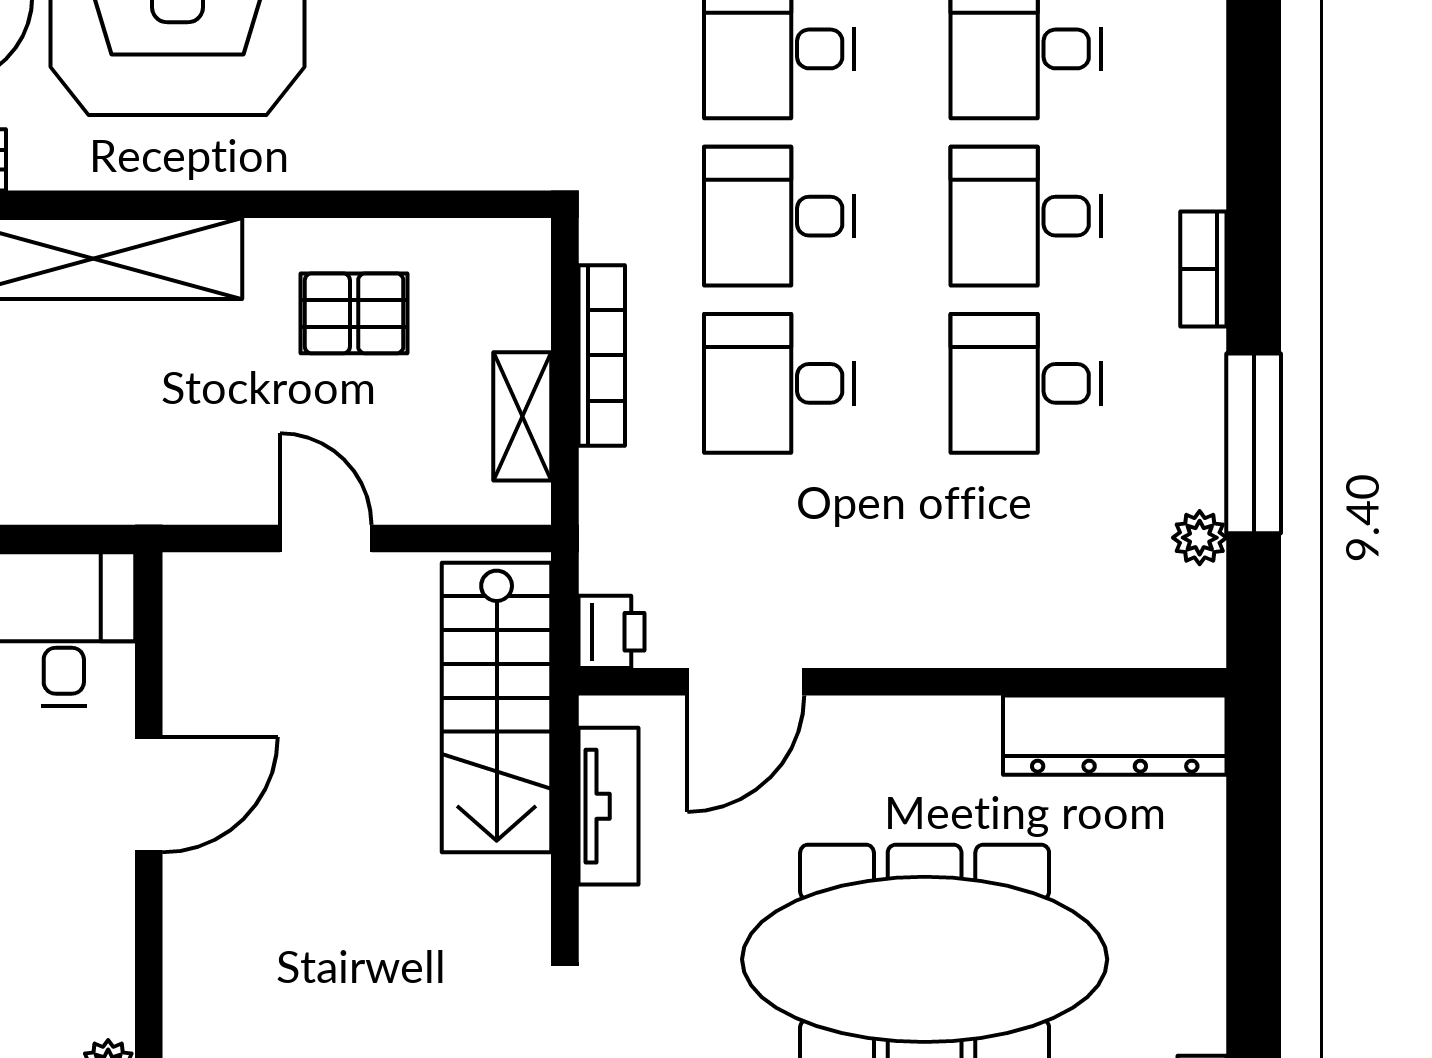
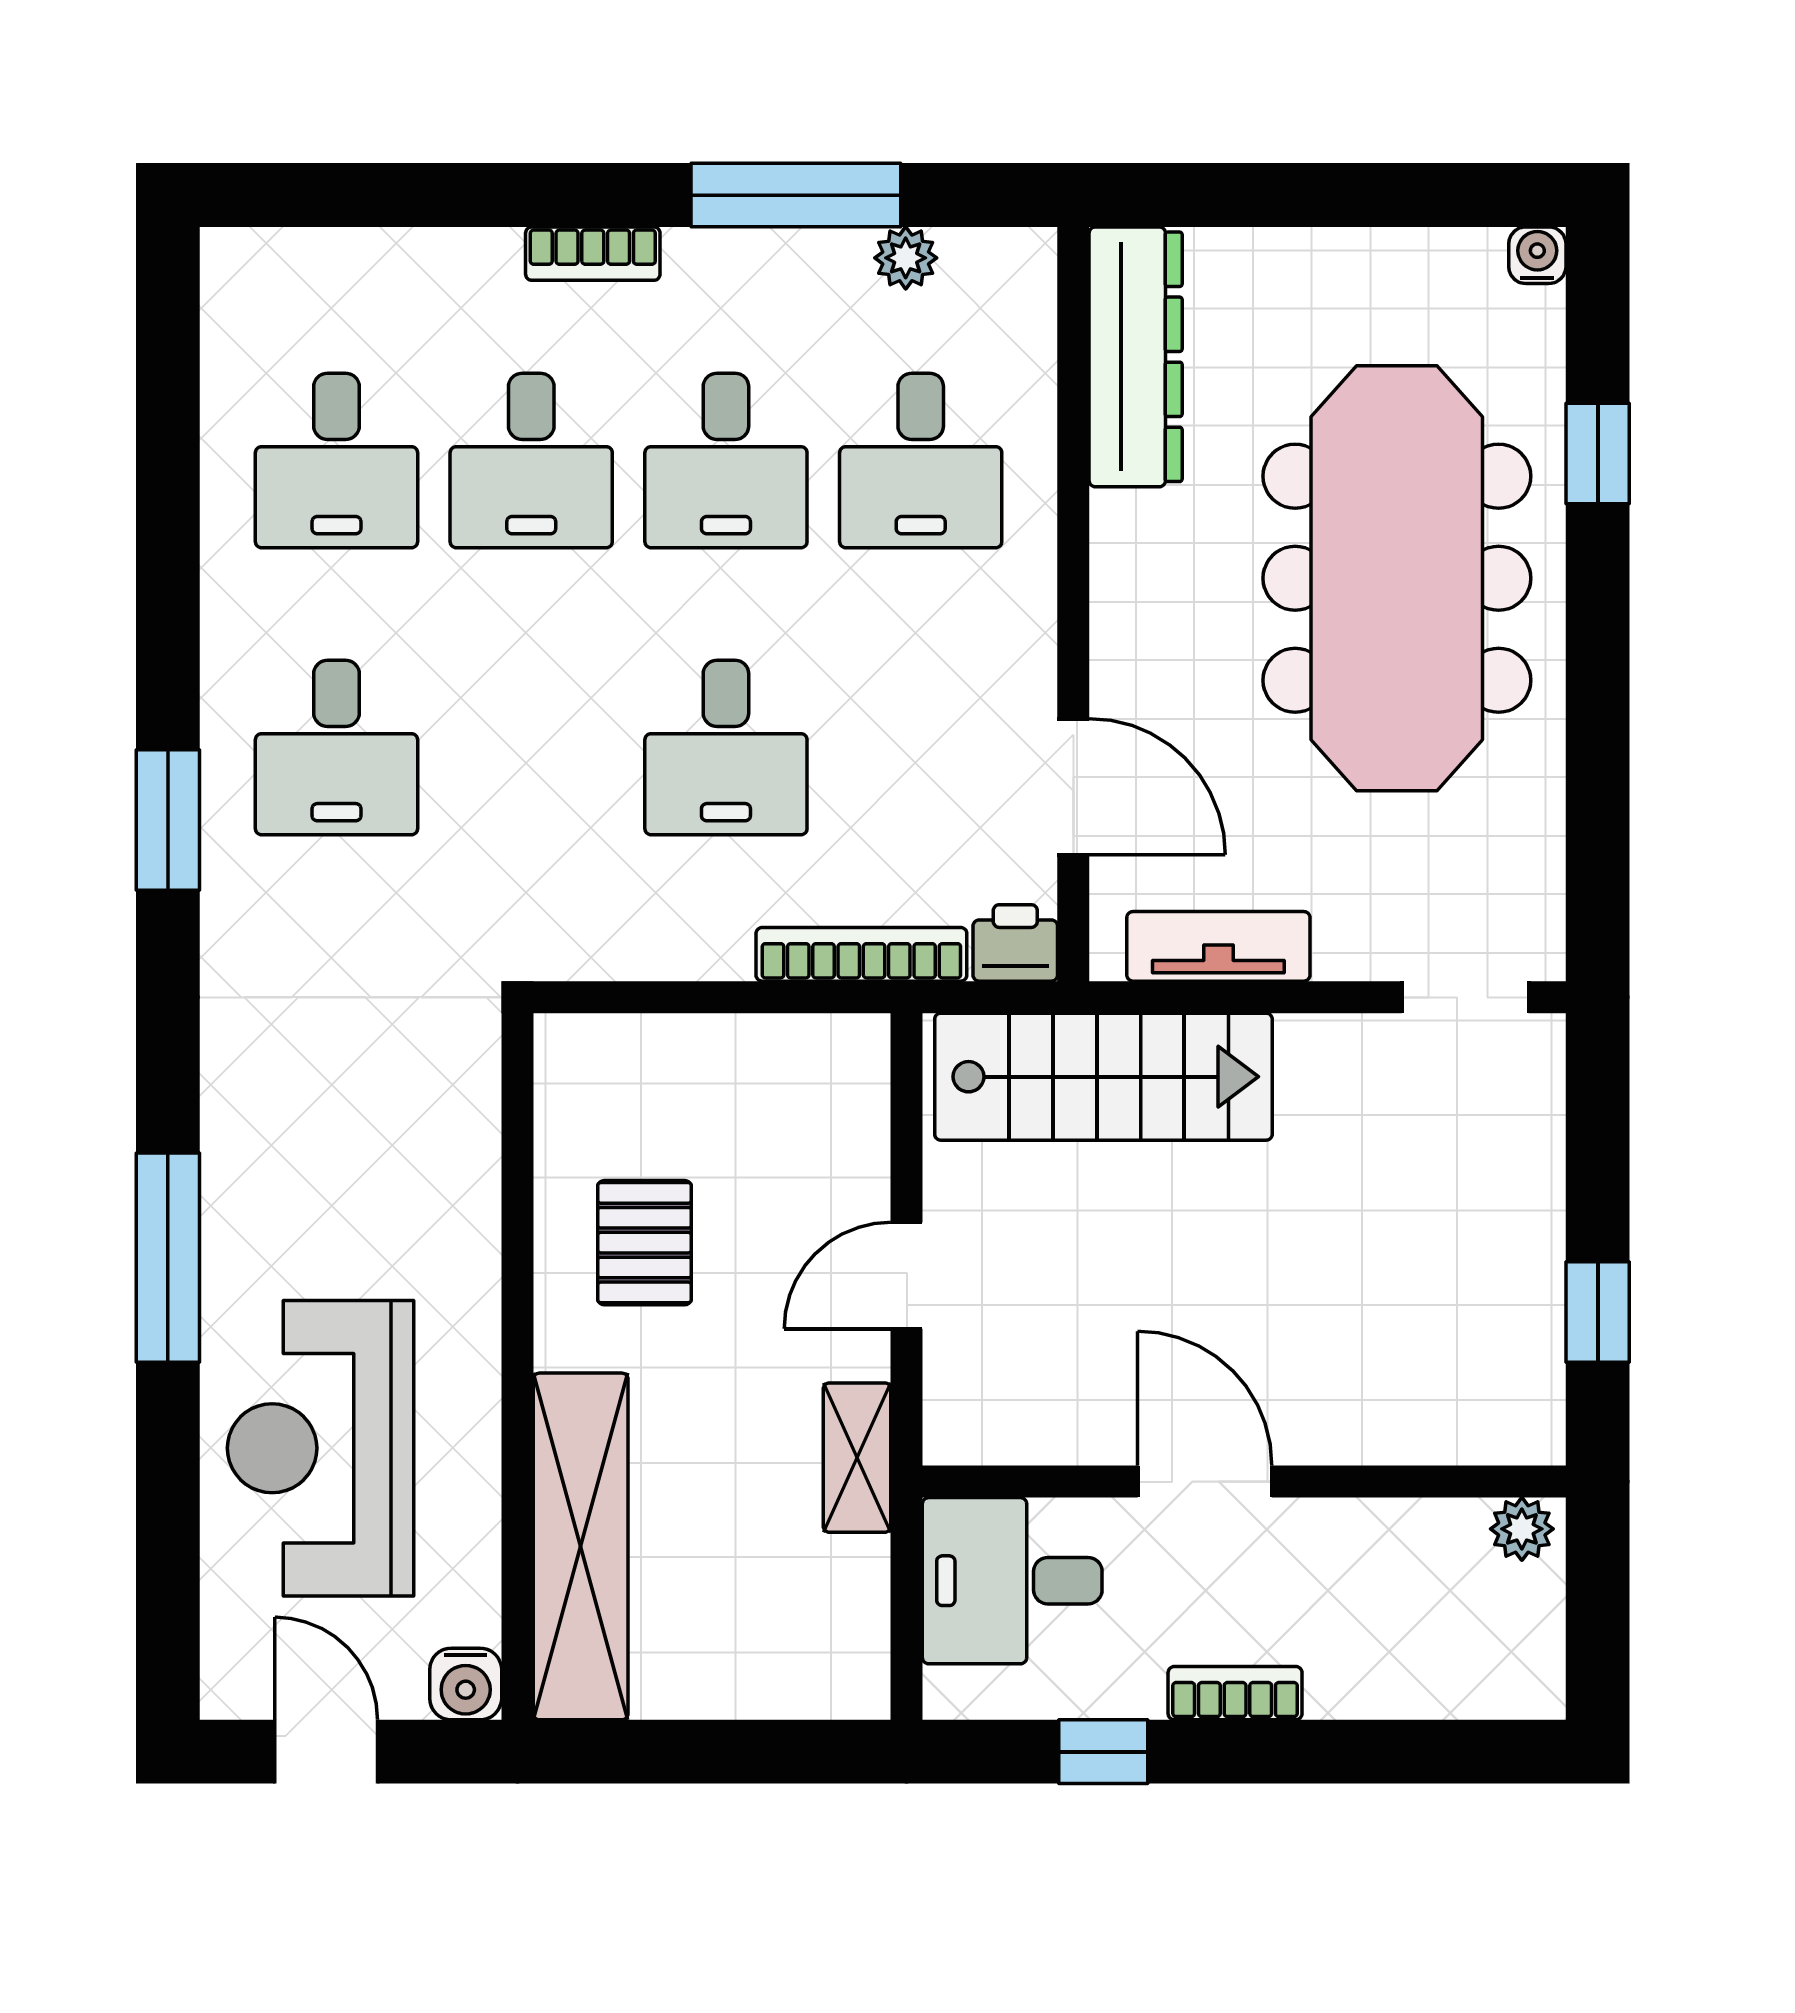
desk: (779, 216) -> (921, 460), moved
bookcase: (602, 355) -> (861, 954), moved
shelving: (522, 416) -> (857, 1458), moved, turned 90

